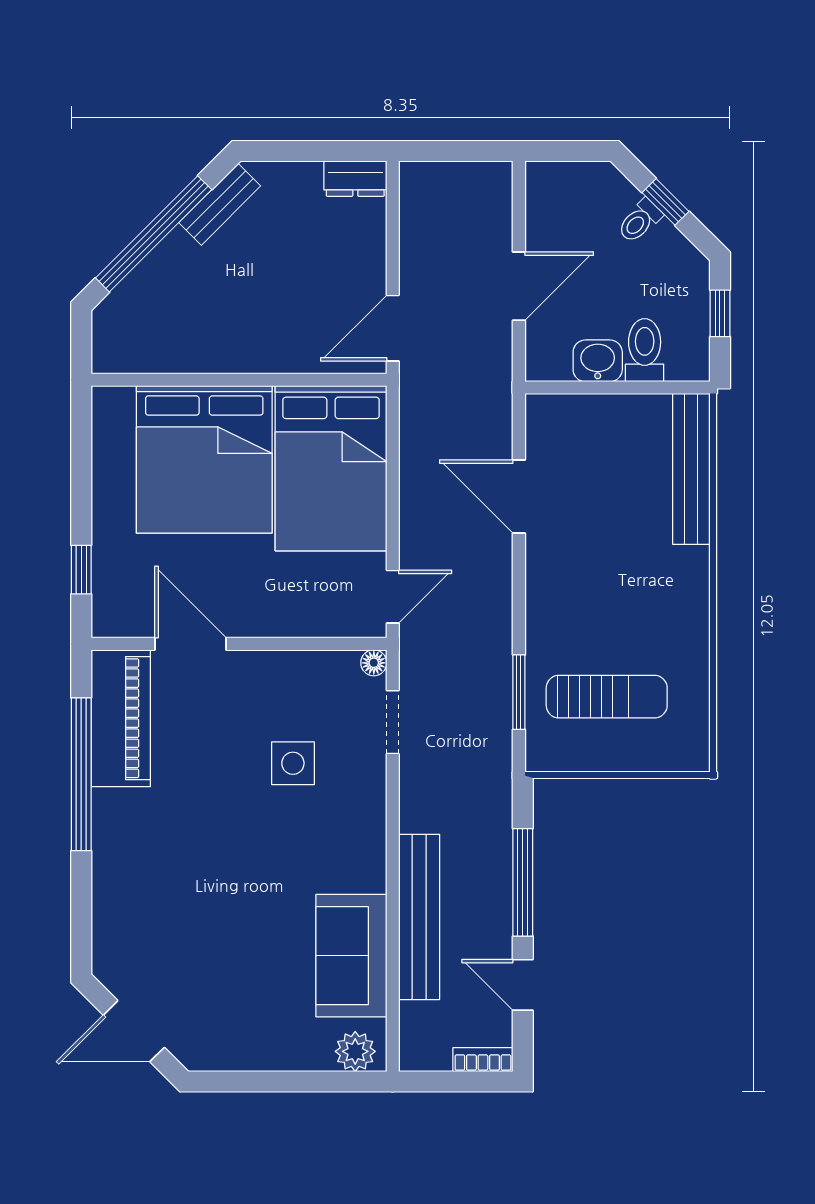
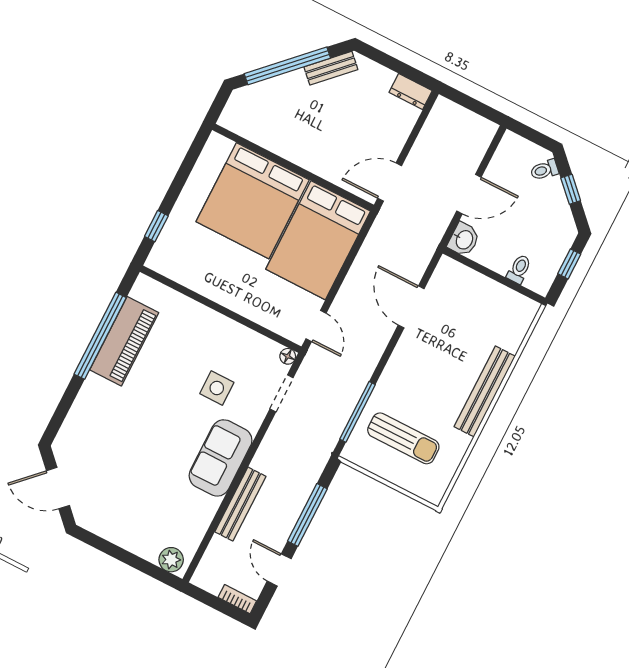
toilet: (640, 221) -> (544, 170), moved
toilet: (645, 350) -> (519, 269), width x0.73, depth x0.72
washbasin: (598, 361) -> (464, 239), moved, turned 90
bench: (691, 469) -> (485, 391), moved
door: (393, 597) -> (316, 326), hinge flipped
door: (191, 644) -> (195, 296), removed
window: (519, 692) -> (357, 412), width x1.44
piano: (121, 718) -> (124, 341), moved
bench: (419, 917) -> (240, 504), width x0.73, depth x0.82
sofa: (351, 956) -> (221, 458), moved

